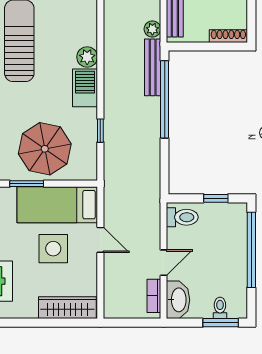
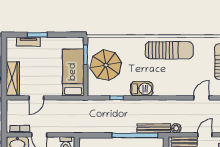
plant: (87, 57) -> (160, 90), removed
door: (100, 240) -> (36, 98), moved
side table: (53, 249) -> (47, 70), removed

